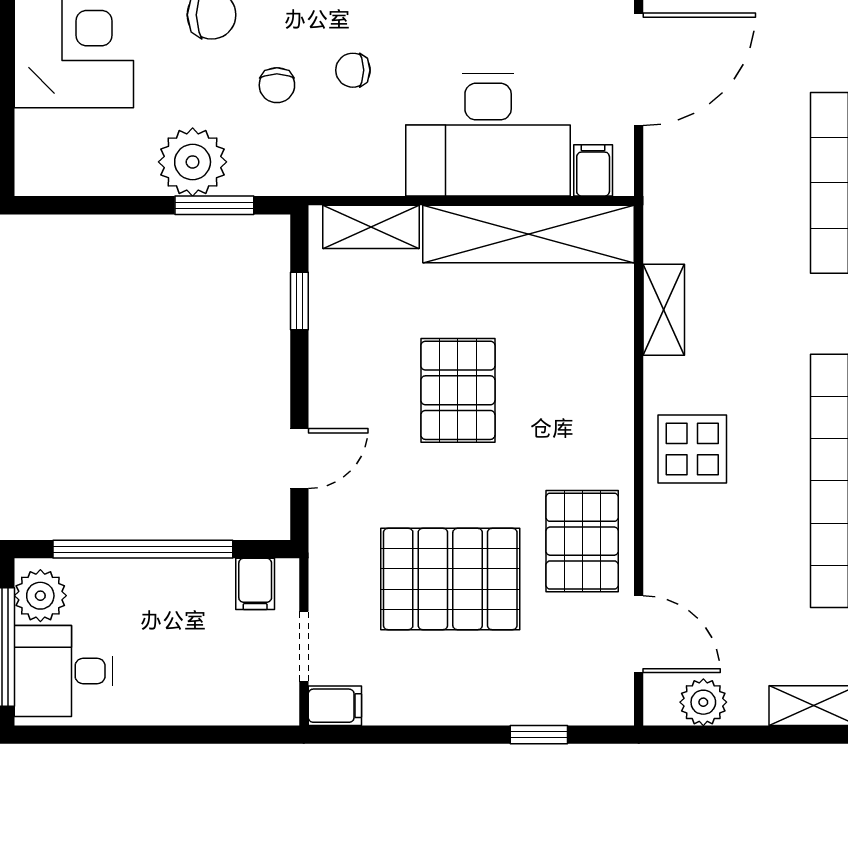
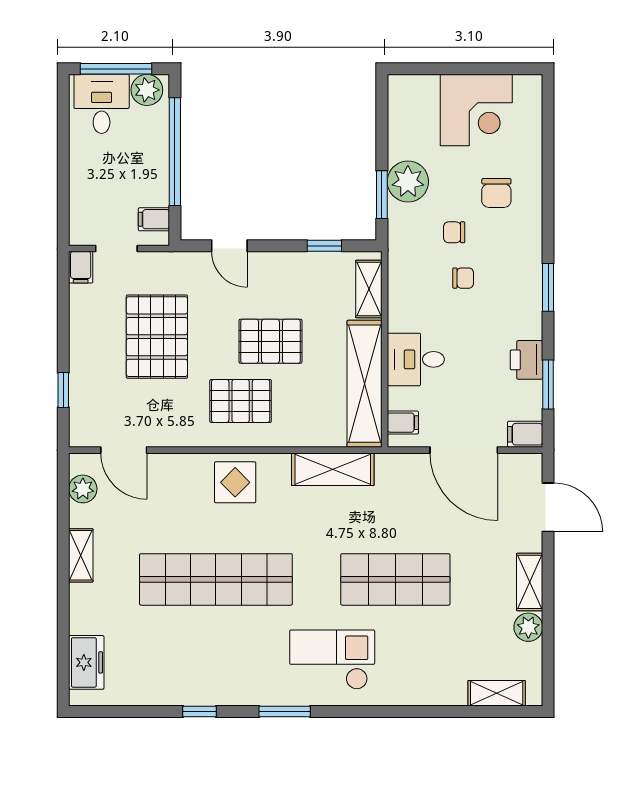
chair: (353, 70) -> (463, 278), turned 90
desk: (488, 135) -> (416, 359), width x0.53, depth x0.77
shelving: (664, 310) -> (333, 469), width x1.50, depth x1.33
pallet: (582, 541) -> (241, 401), moved
door: (639, 634) -> (124, 450), hinge flipped

